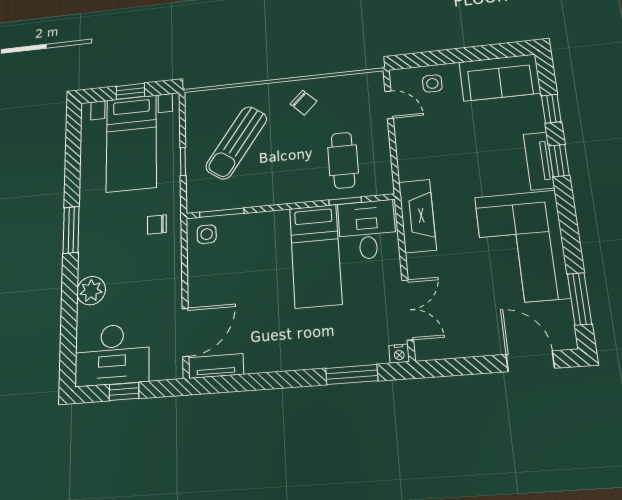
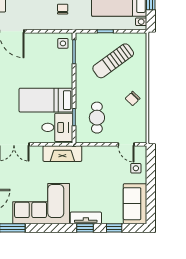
door: (389, 105) -> (126, 144), hinge flipped
sun lounger: (236, 143) -> (113, 61), turned -71
cafe table: (343, 160) -> (97, 118), turned 90
chair: (157, 225) -> (63, 9), moved

